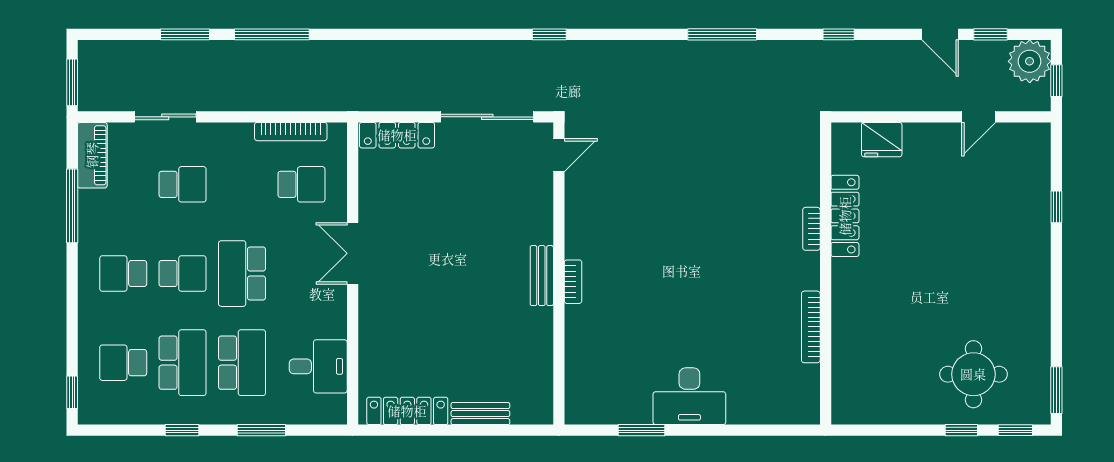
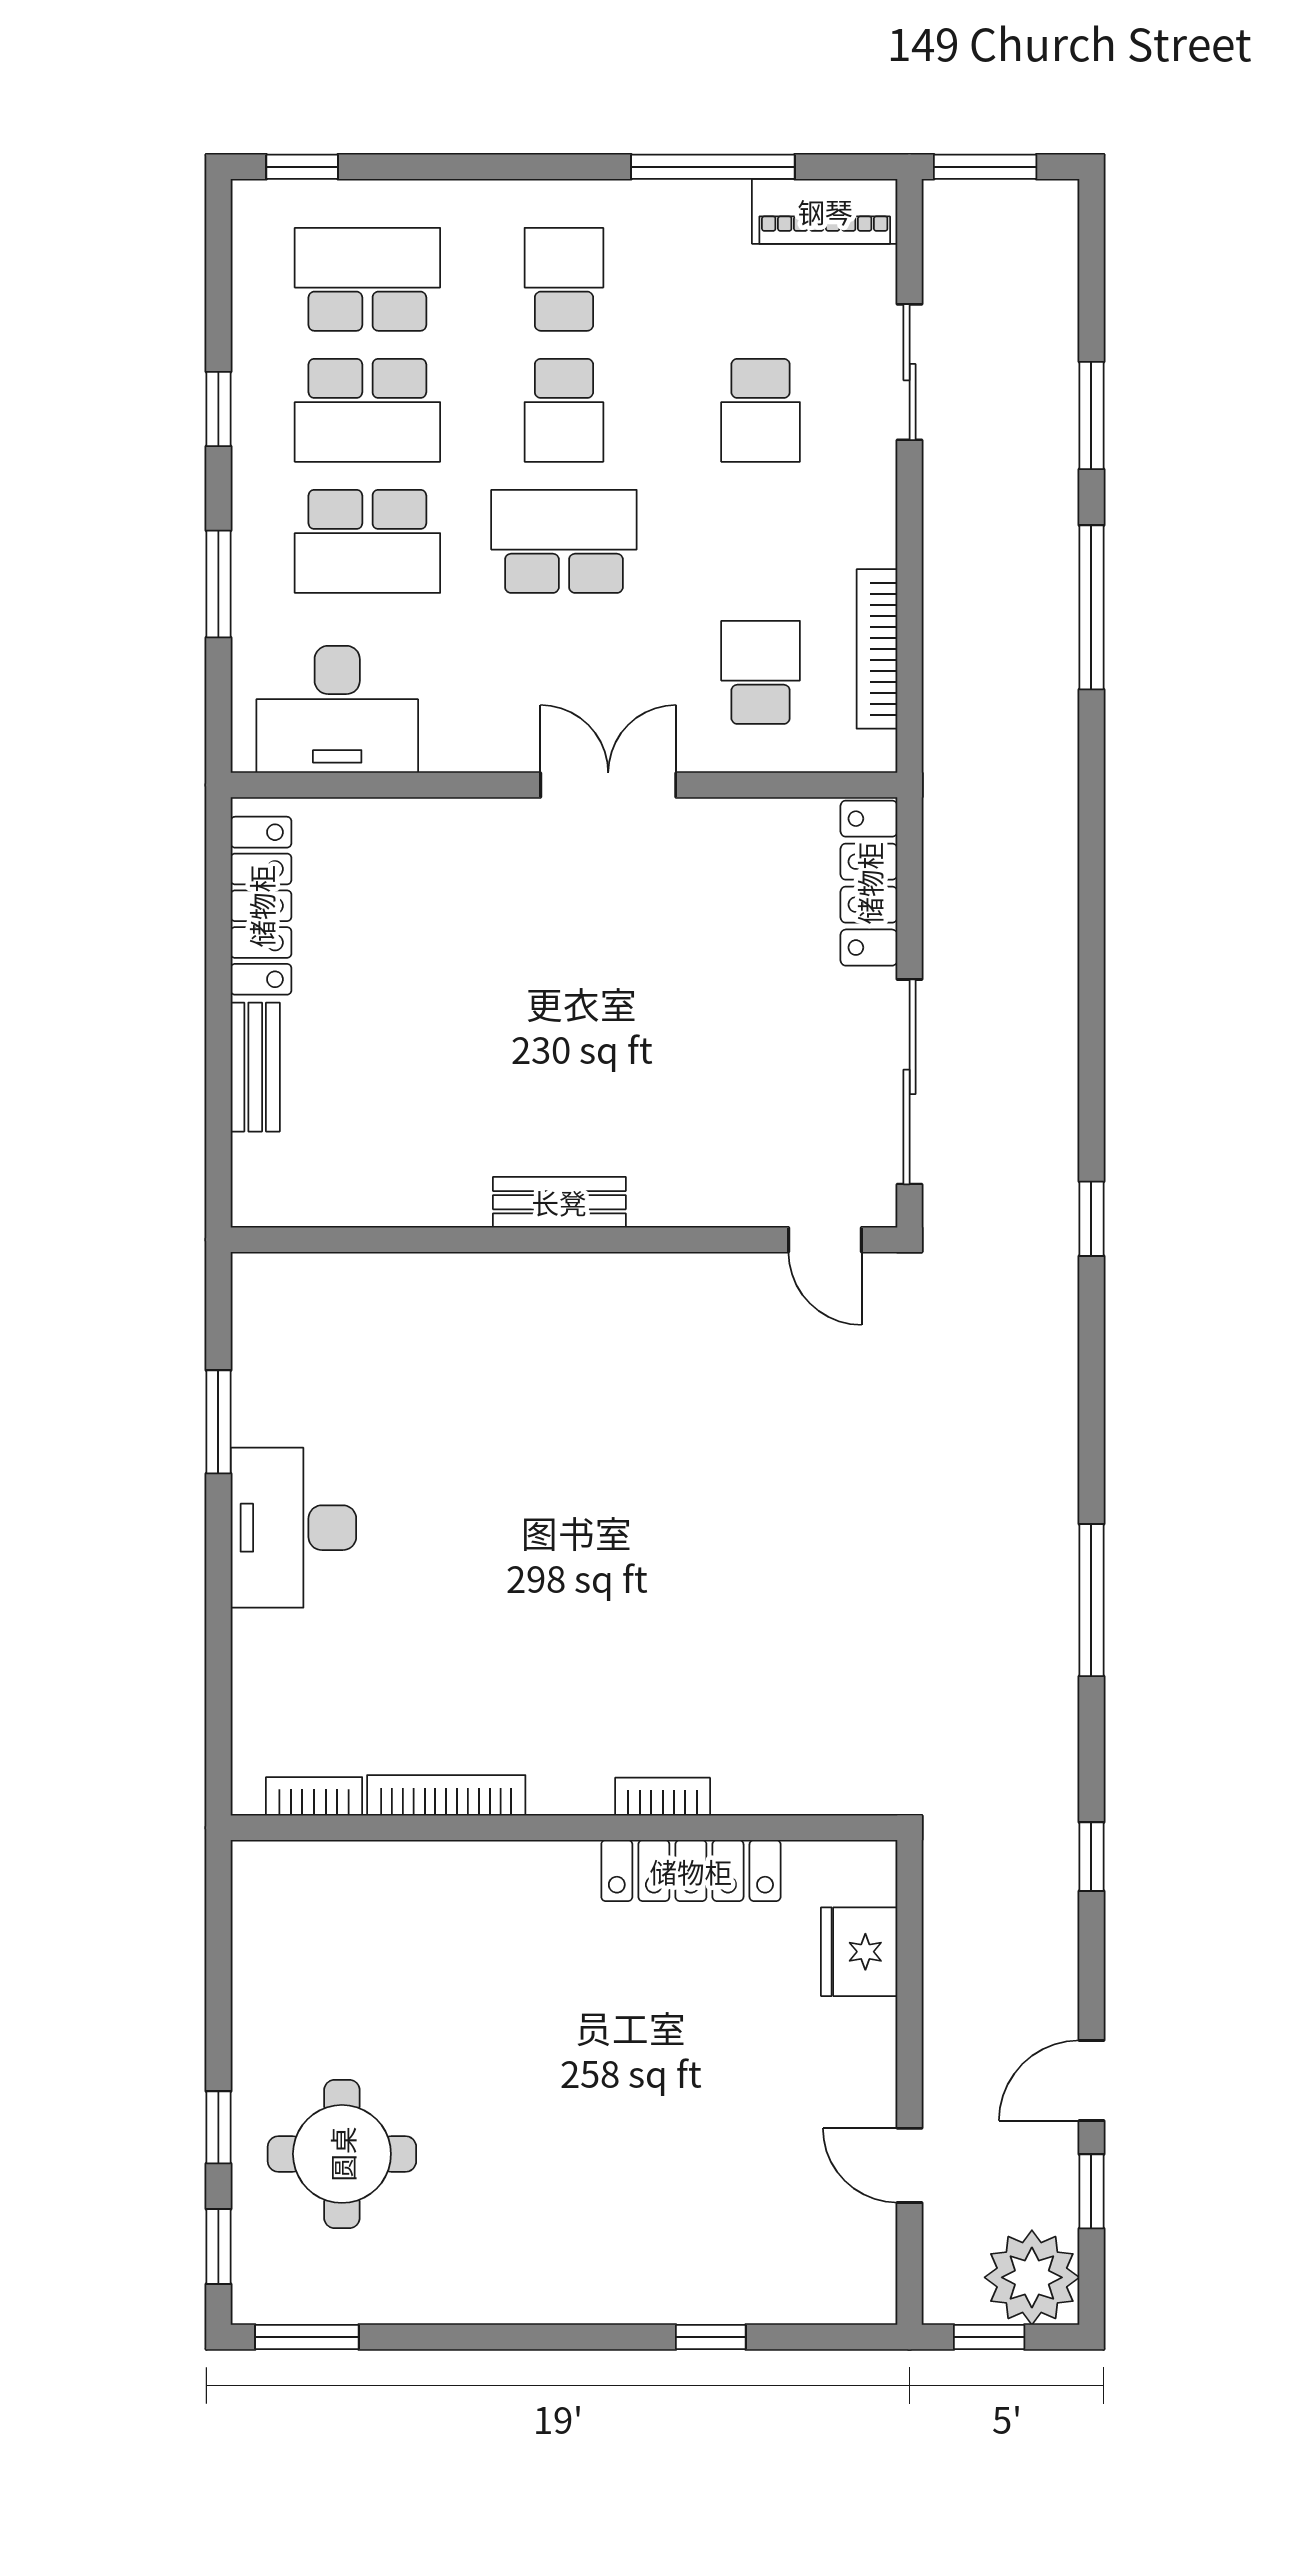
school desk: (301, 184) -> (761, 672), turned 180
bookcase: (573, 282) -> (314, 1796), moved, turned 180
school desk: (123, 363) -> (367, 279), width x1.85
desk: (318, 366) -> (337, 709), width x1.37

